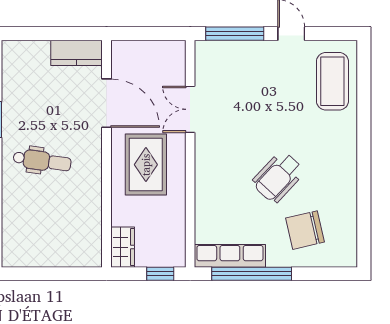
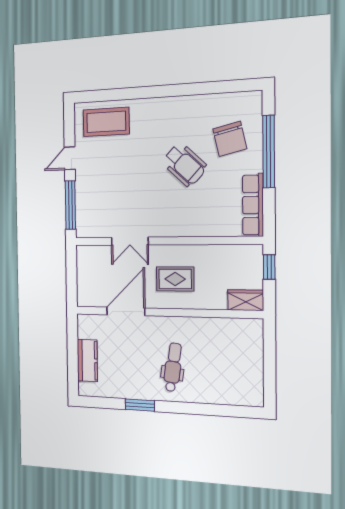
kitchen counter: (77, 53) -> (87, 360), moved
rug: (146, 165) -> (175, 279), width x0.73, depth x0.70
window: (252, 274) -> (269, 152), moved

